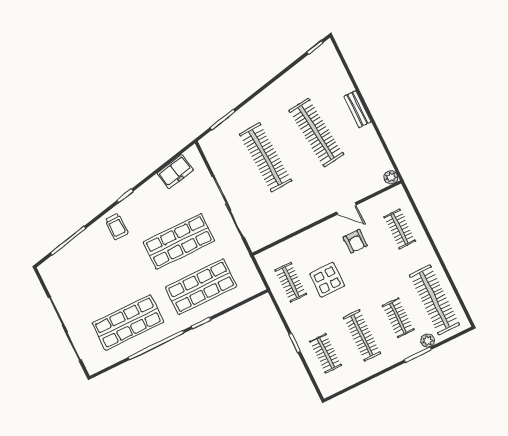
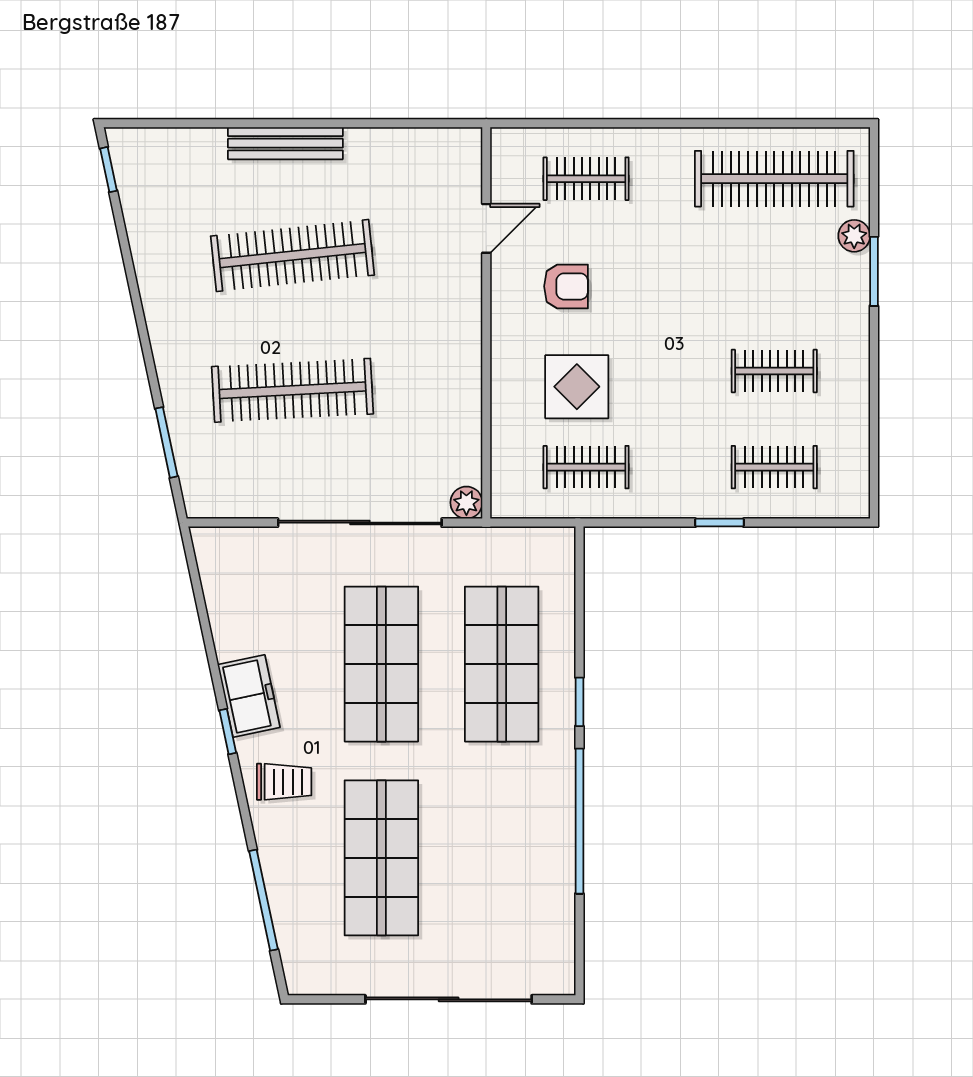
bench: (357, 109) -> (285, 143), width x1.36
freezer: (175, 172) -> (249, 696), moved
plant: (391, 177) -> (466, 503), moved
door: (346, 209) -> (486, 228), moved
display table: (327, 280) -> (577, 387), moved
clothes rail: (398, 318) -> (774, 275), removed
shop shelf: (128, 323) -> (381, 858), moved
clothes rail: (362, 335) -> (774, 371), width x0.73

